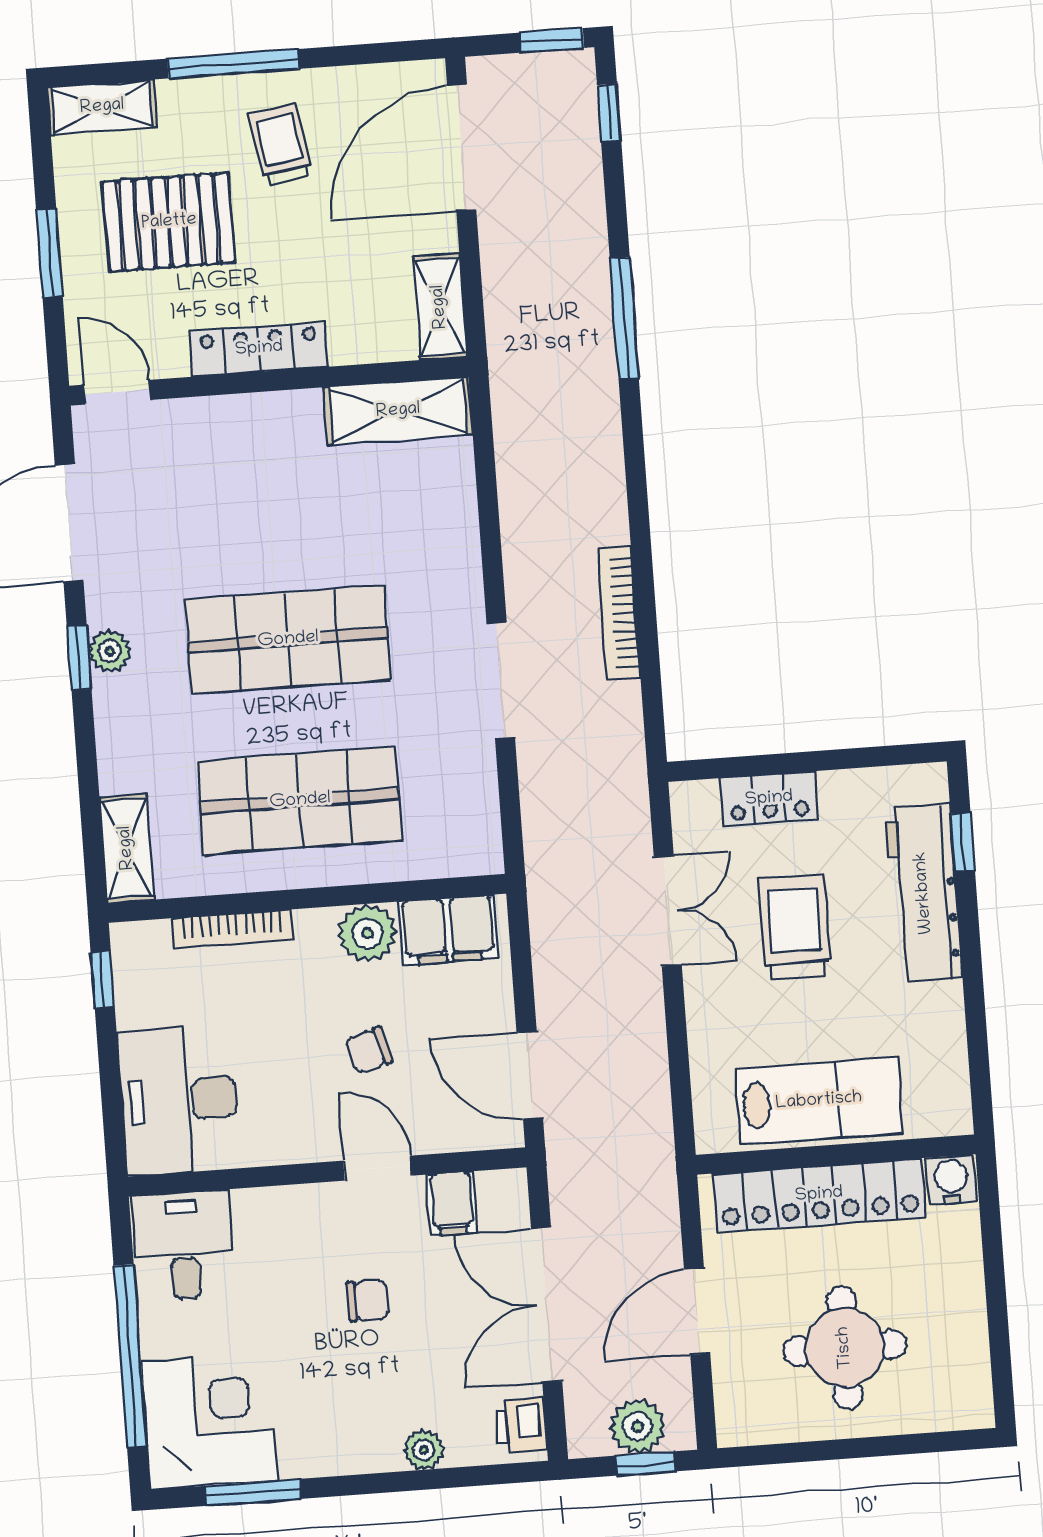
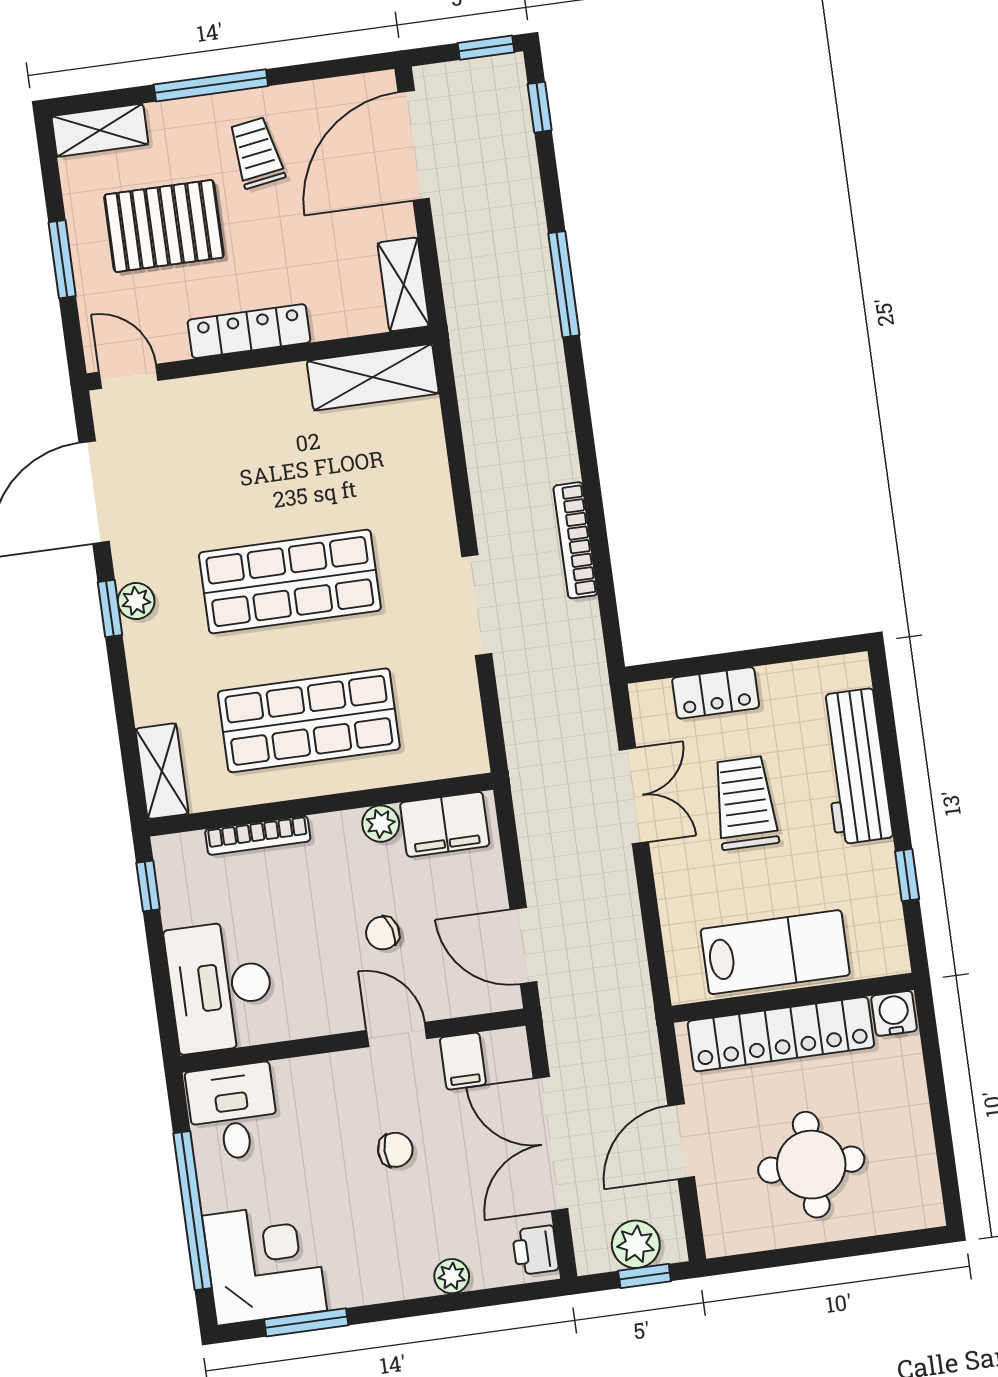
window: (963, 842) -> (907, 875), moved
plant: (367, 933) -> (381, 824), width x0.73, depth x0.73

